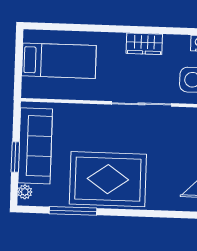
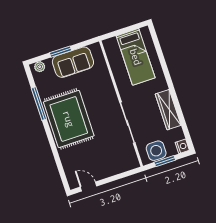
wardrobe: (144, 44) -> (168, 110), width x1.50
sofa: (35, 146) -> (73, 62), width x0.73

